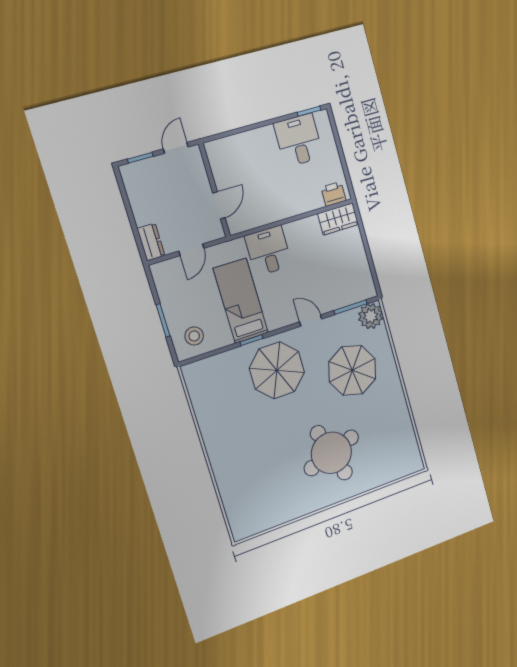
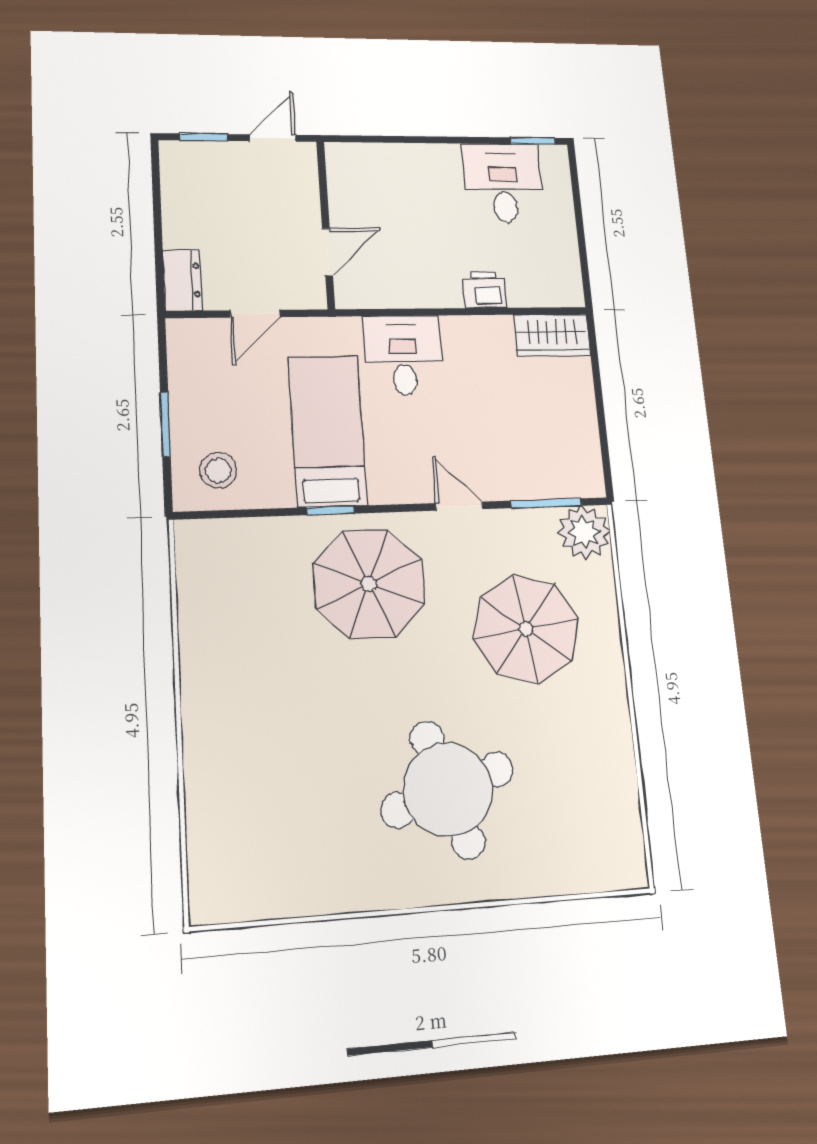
printer: (334, 194) -> (485, 290), moved

